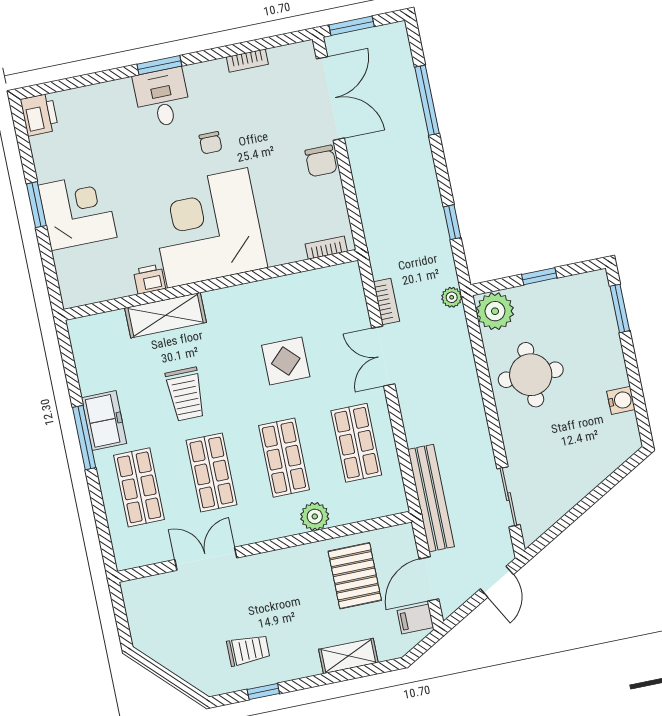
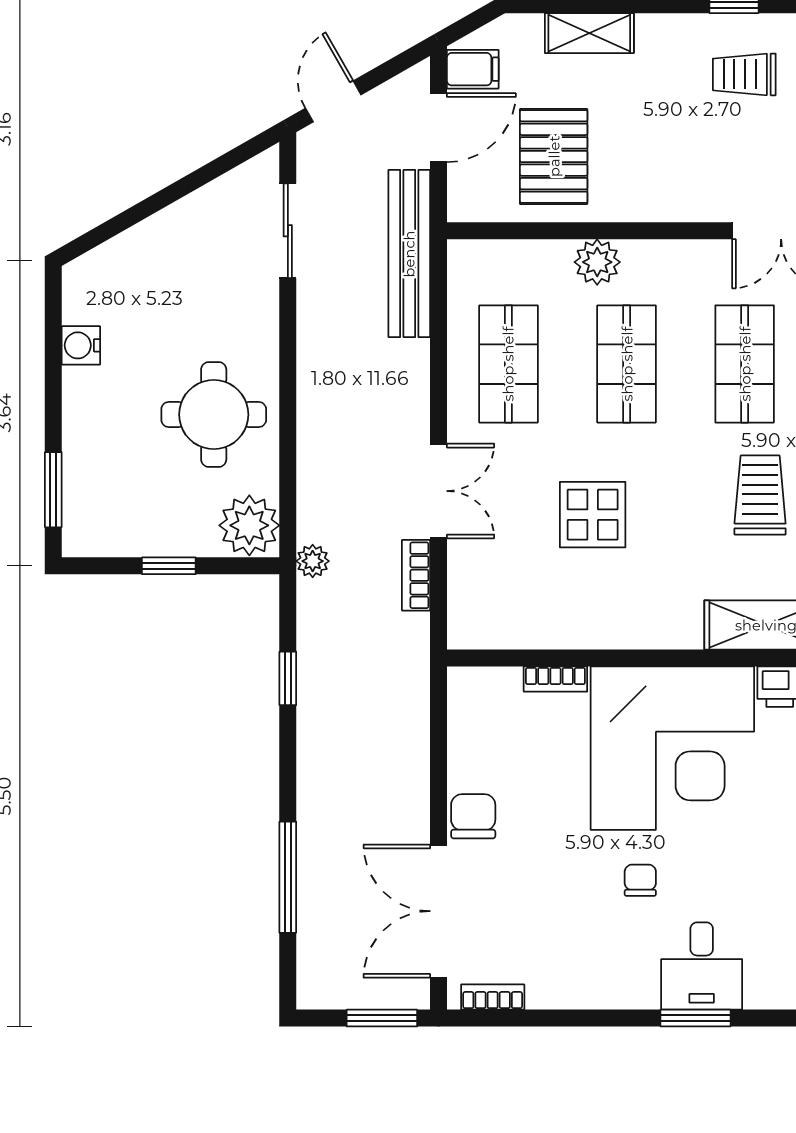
bookcase: (247, 61) -> (493, 997), moved
bookcase: (326, 248) -> (555, 679), moved

